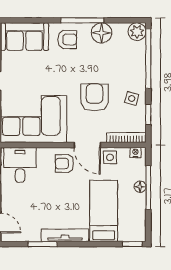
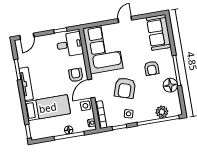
plant: (137, 32) -> (162, 112), moved
armchair: (67, 40) -> (152, 68), moved
armchair: (95, 97) -> (125, 88), turned 108

